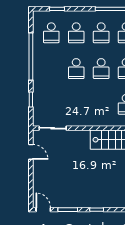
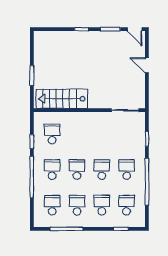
school desk: (51, 69) -> (127, 170), added
door: (31, 152) -> (147, 65), moved

